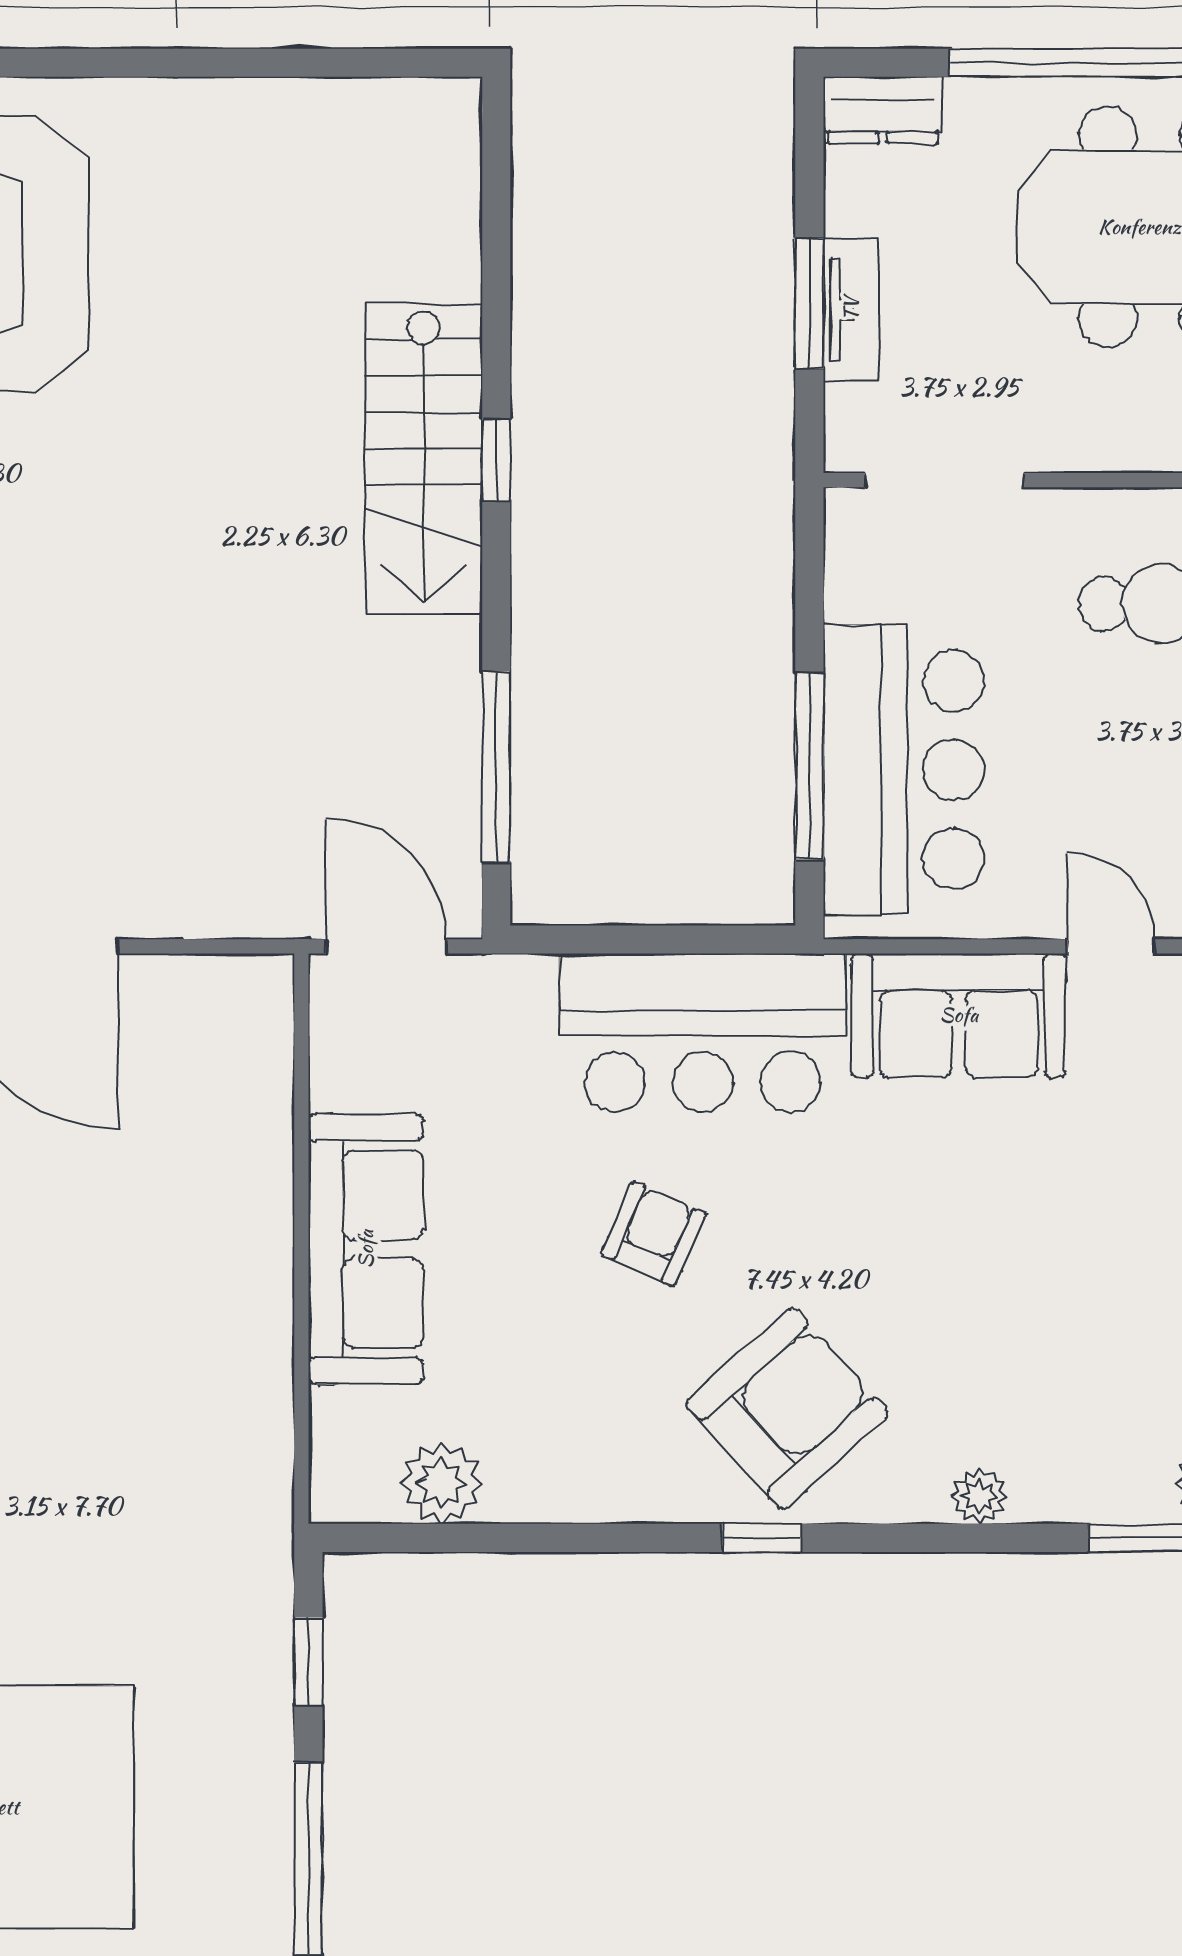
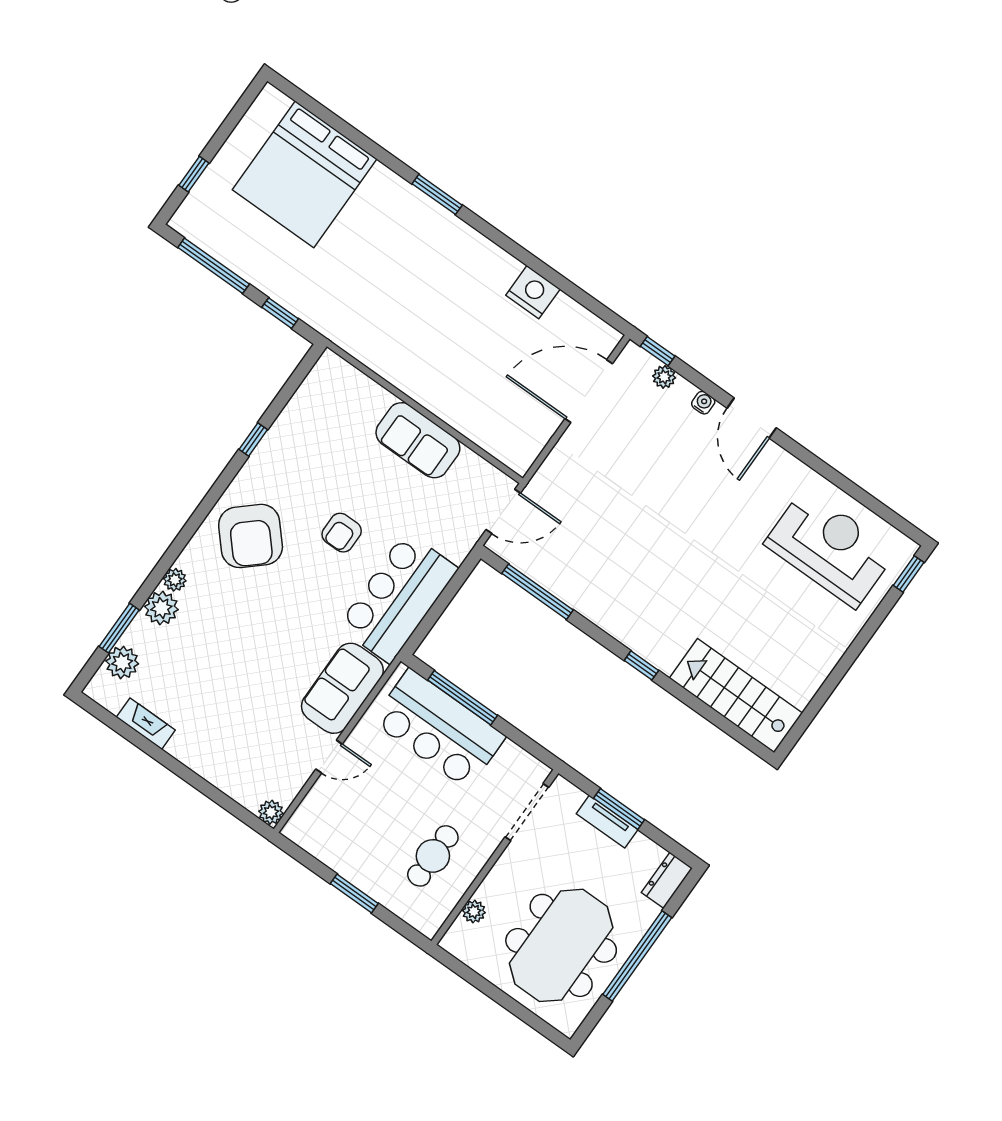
stairs: (424, 459) -> (736, 696), moved
armchair: (654, 1234) -> (342, 533), turned 66
sofa: (366, 1249) -> (418, 440), width x0.73
plant: (442, 1483) -> (161, 608), moved
window: (762, 1538) -> (253, 440), moved

